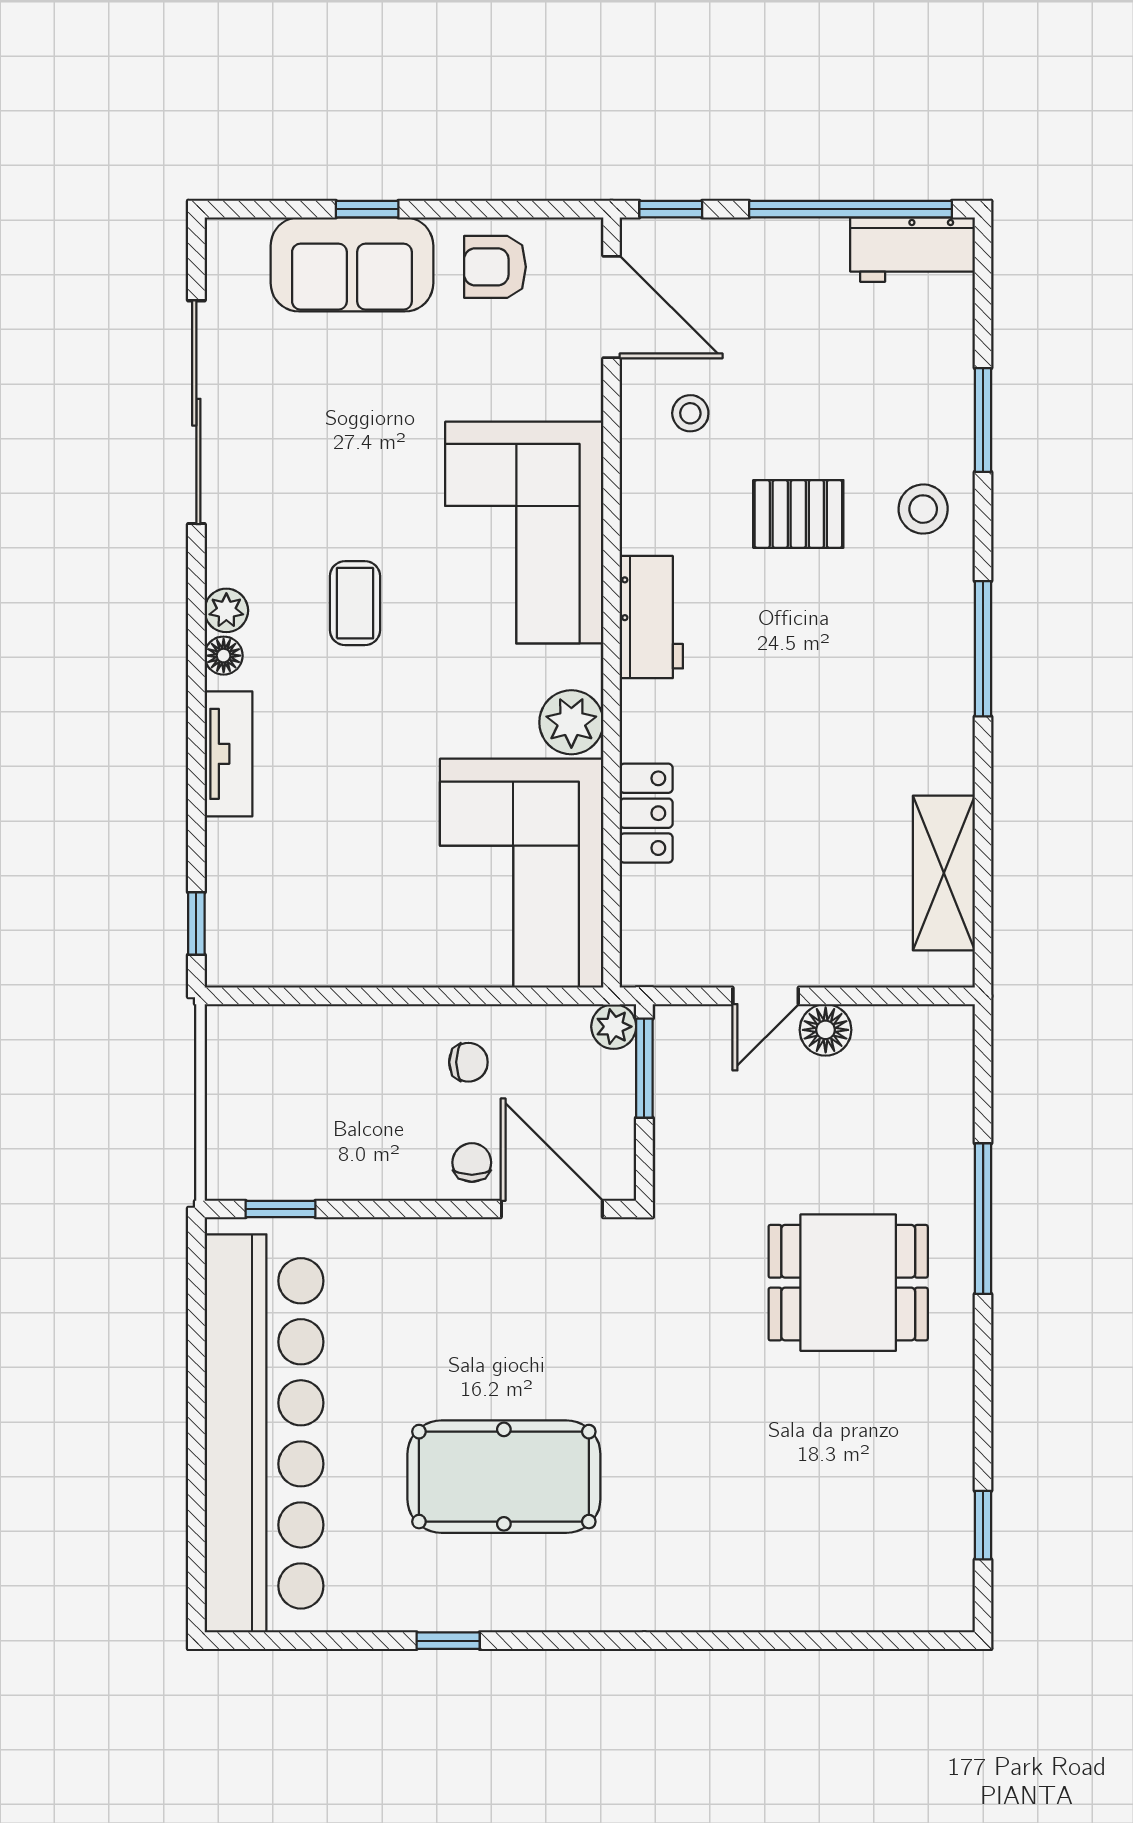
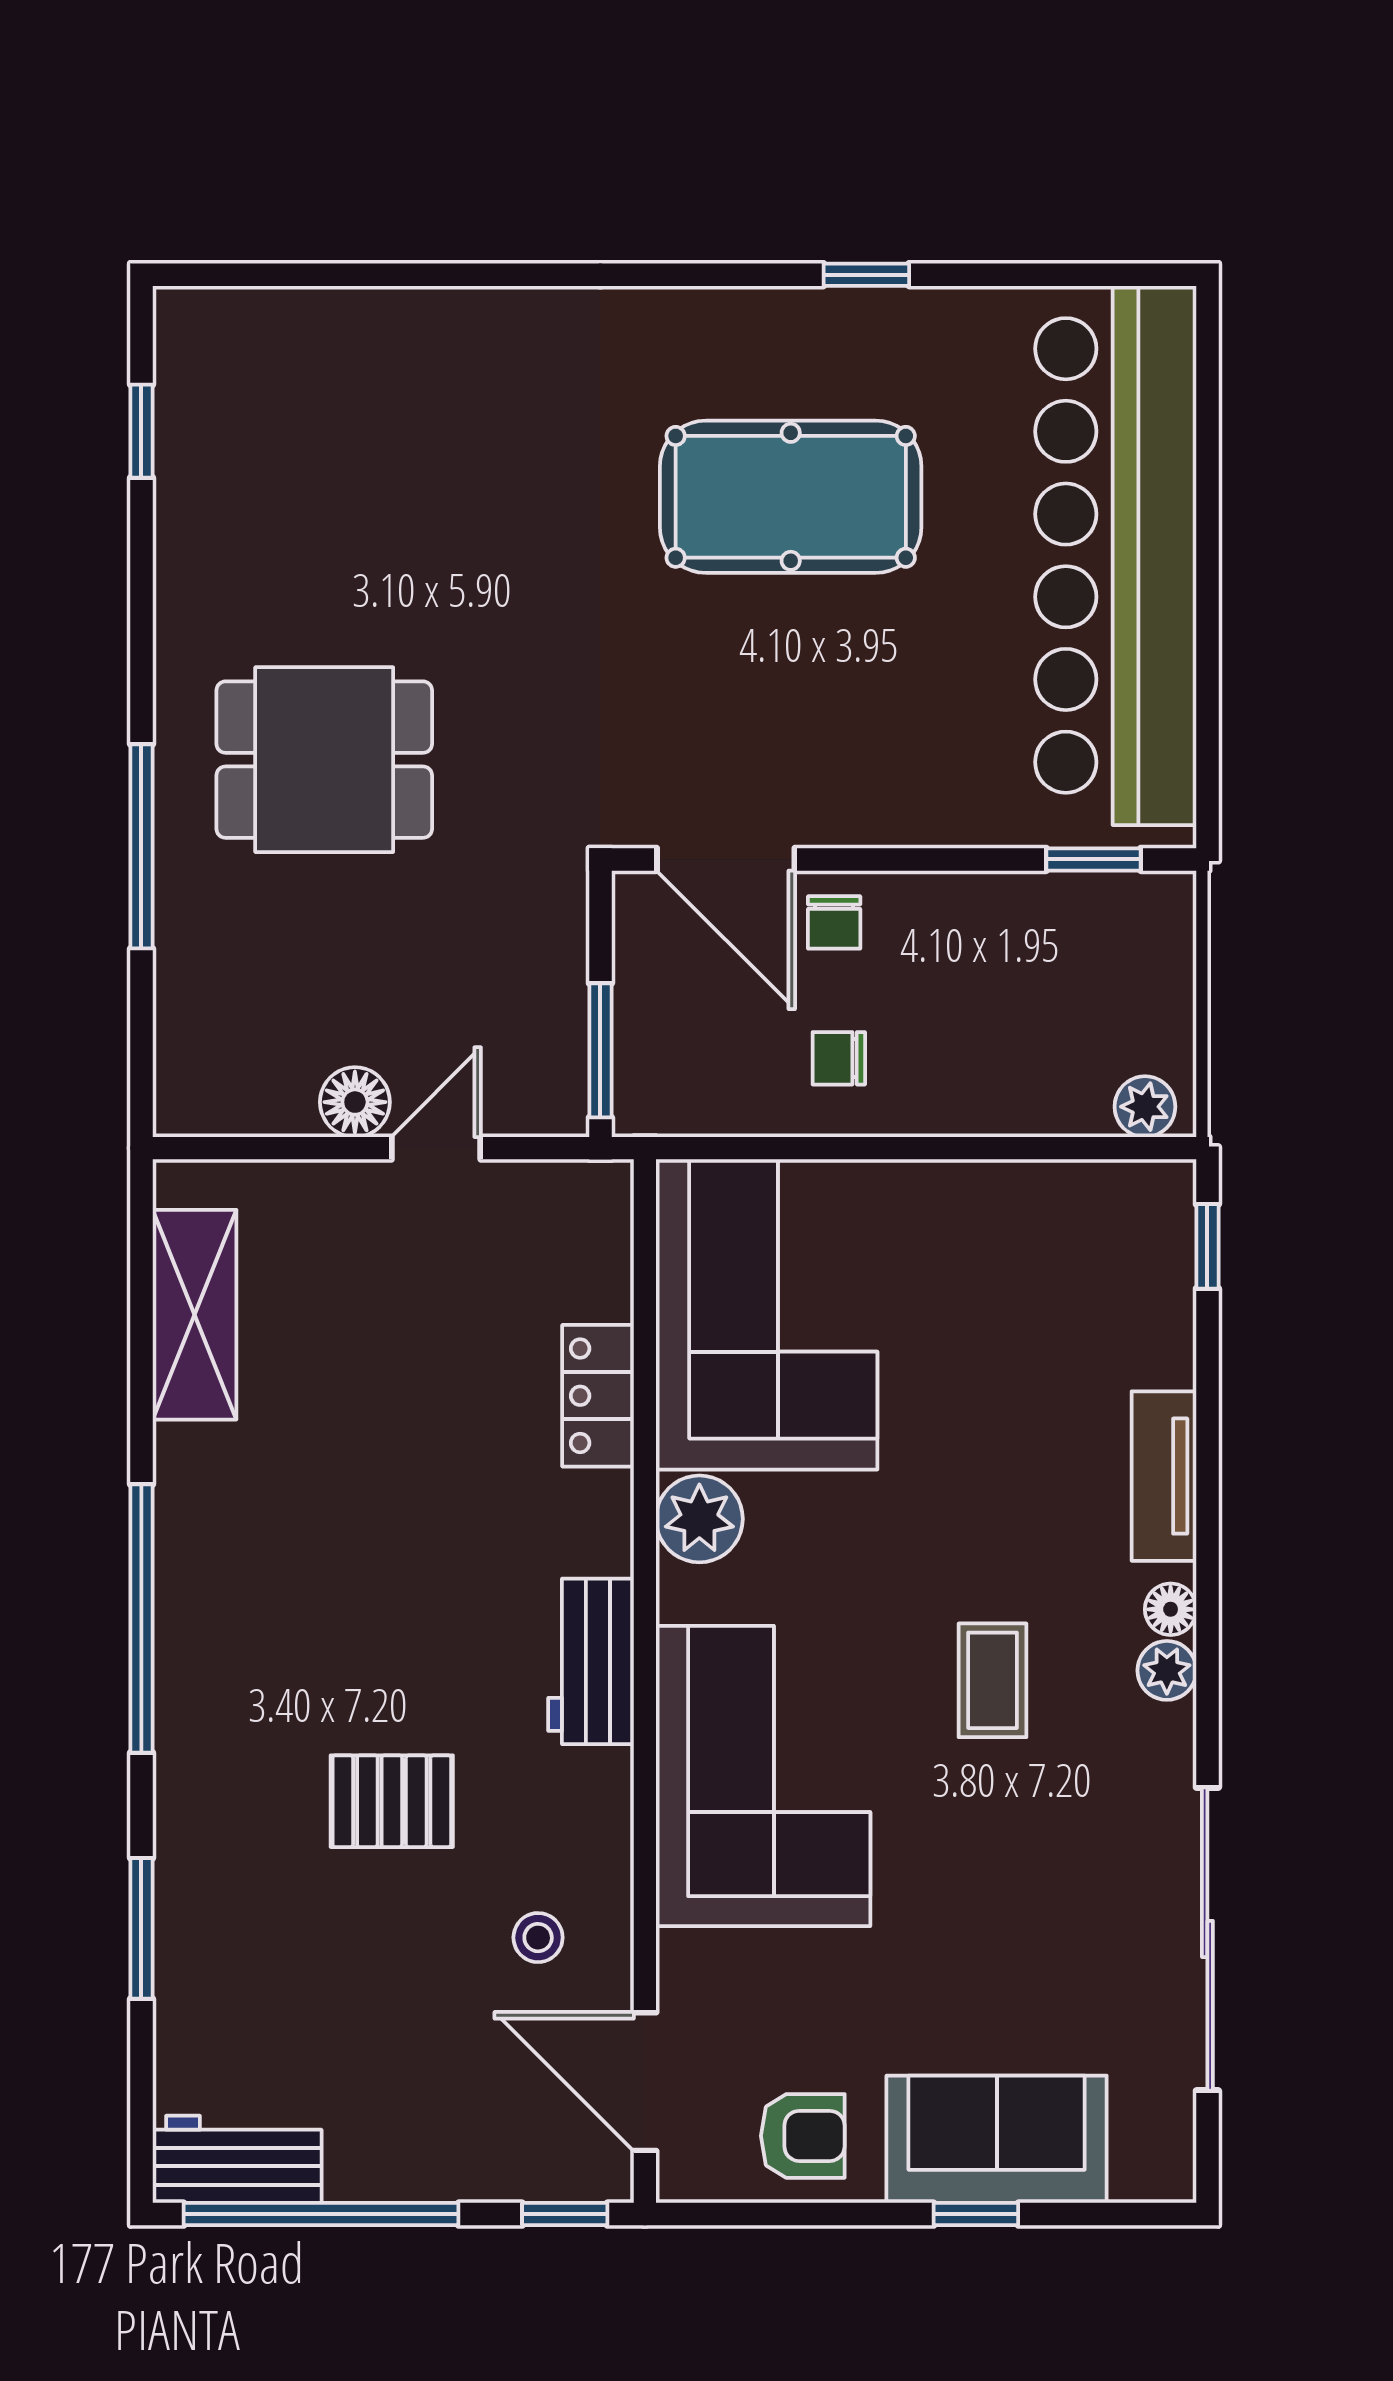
stool: (923, 509) -> (223, 1808), removed
window: (983, 649) -> (141, 1619), width x1.46
plant: (614, 1027) -> (1145, 1107), moved

